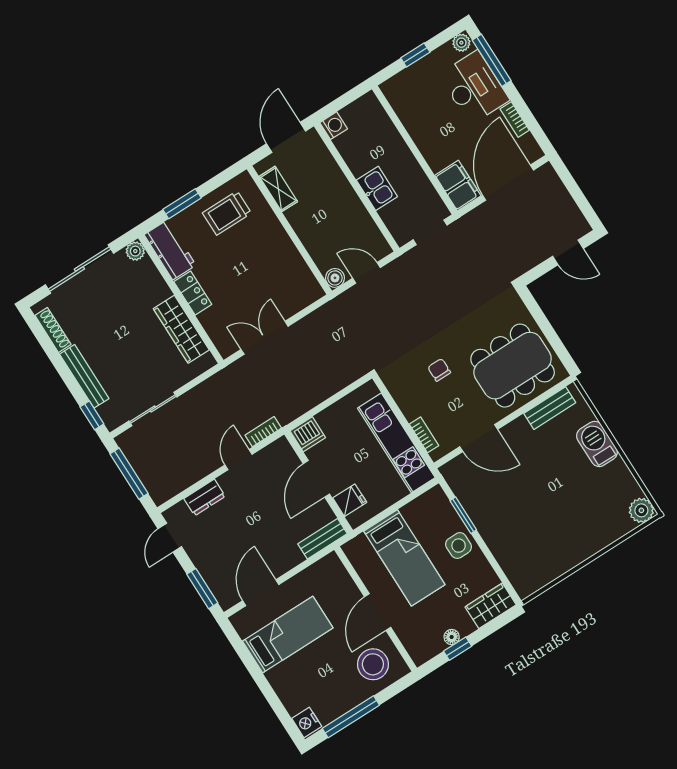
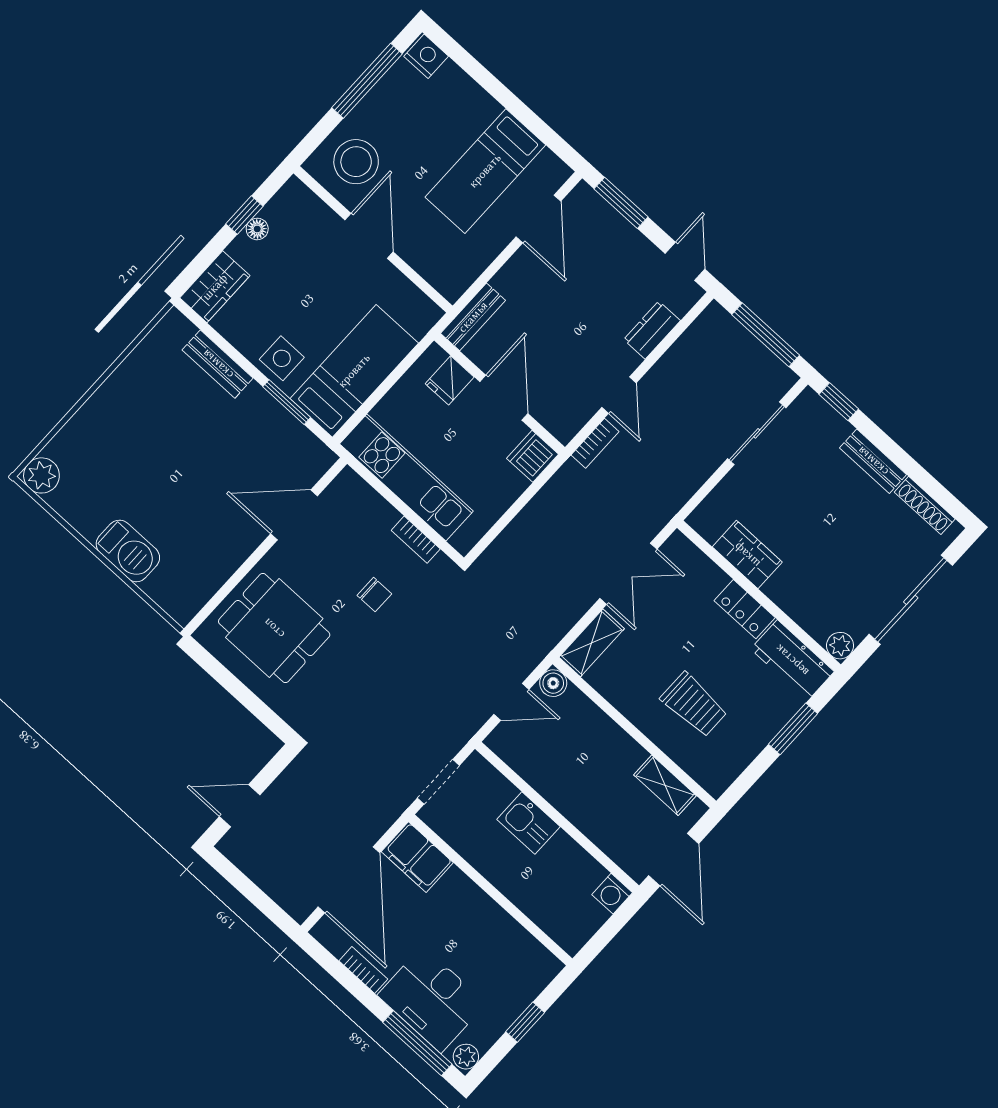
trolley: (227, 213) -> (694, 705), moved, turned 90
shelving: (302, 298) -> (592, 643), added
wardrobe: (181, 329) -> (747, 555), width x0.67
dining table: (513, 366) -> (274, 628), width x0.73
bench: (84, 376) -> (873, 461), width x0.73
bench: (550, 408) -> (218, 364), moved, turned 90
bookcase: (424, 435) -> (416, 540), moved
bed: (404, 558) -> (354, 371), moved, turned 90

